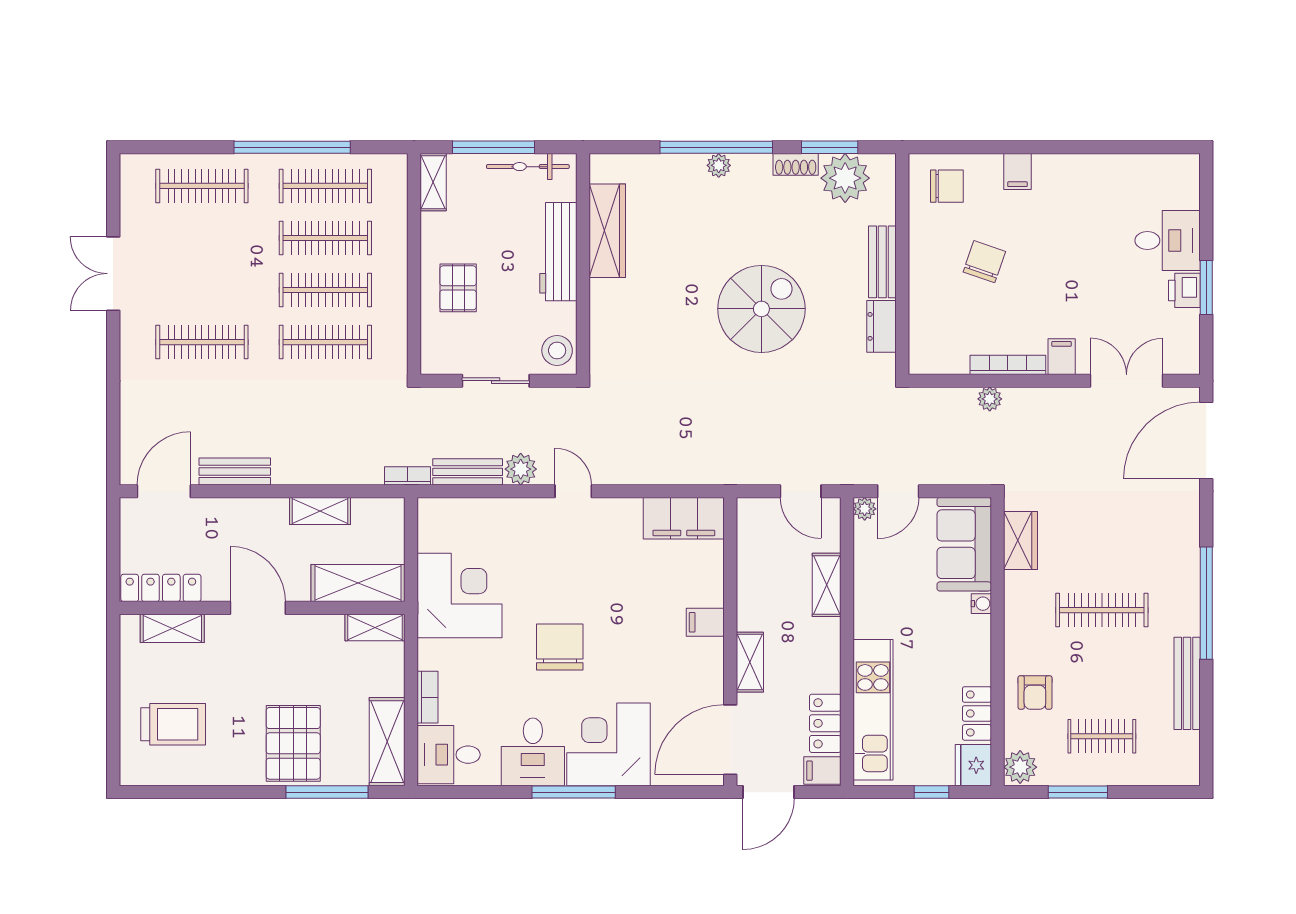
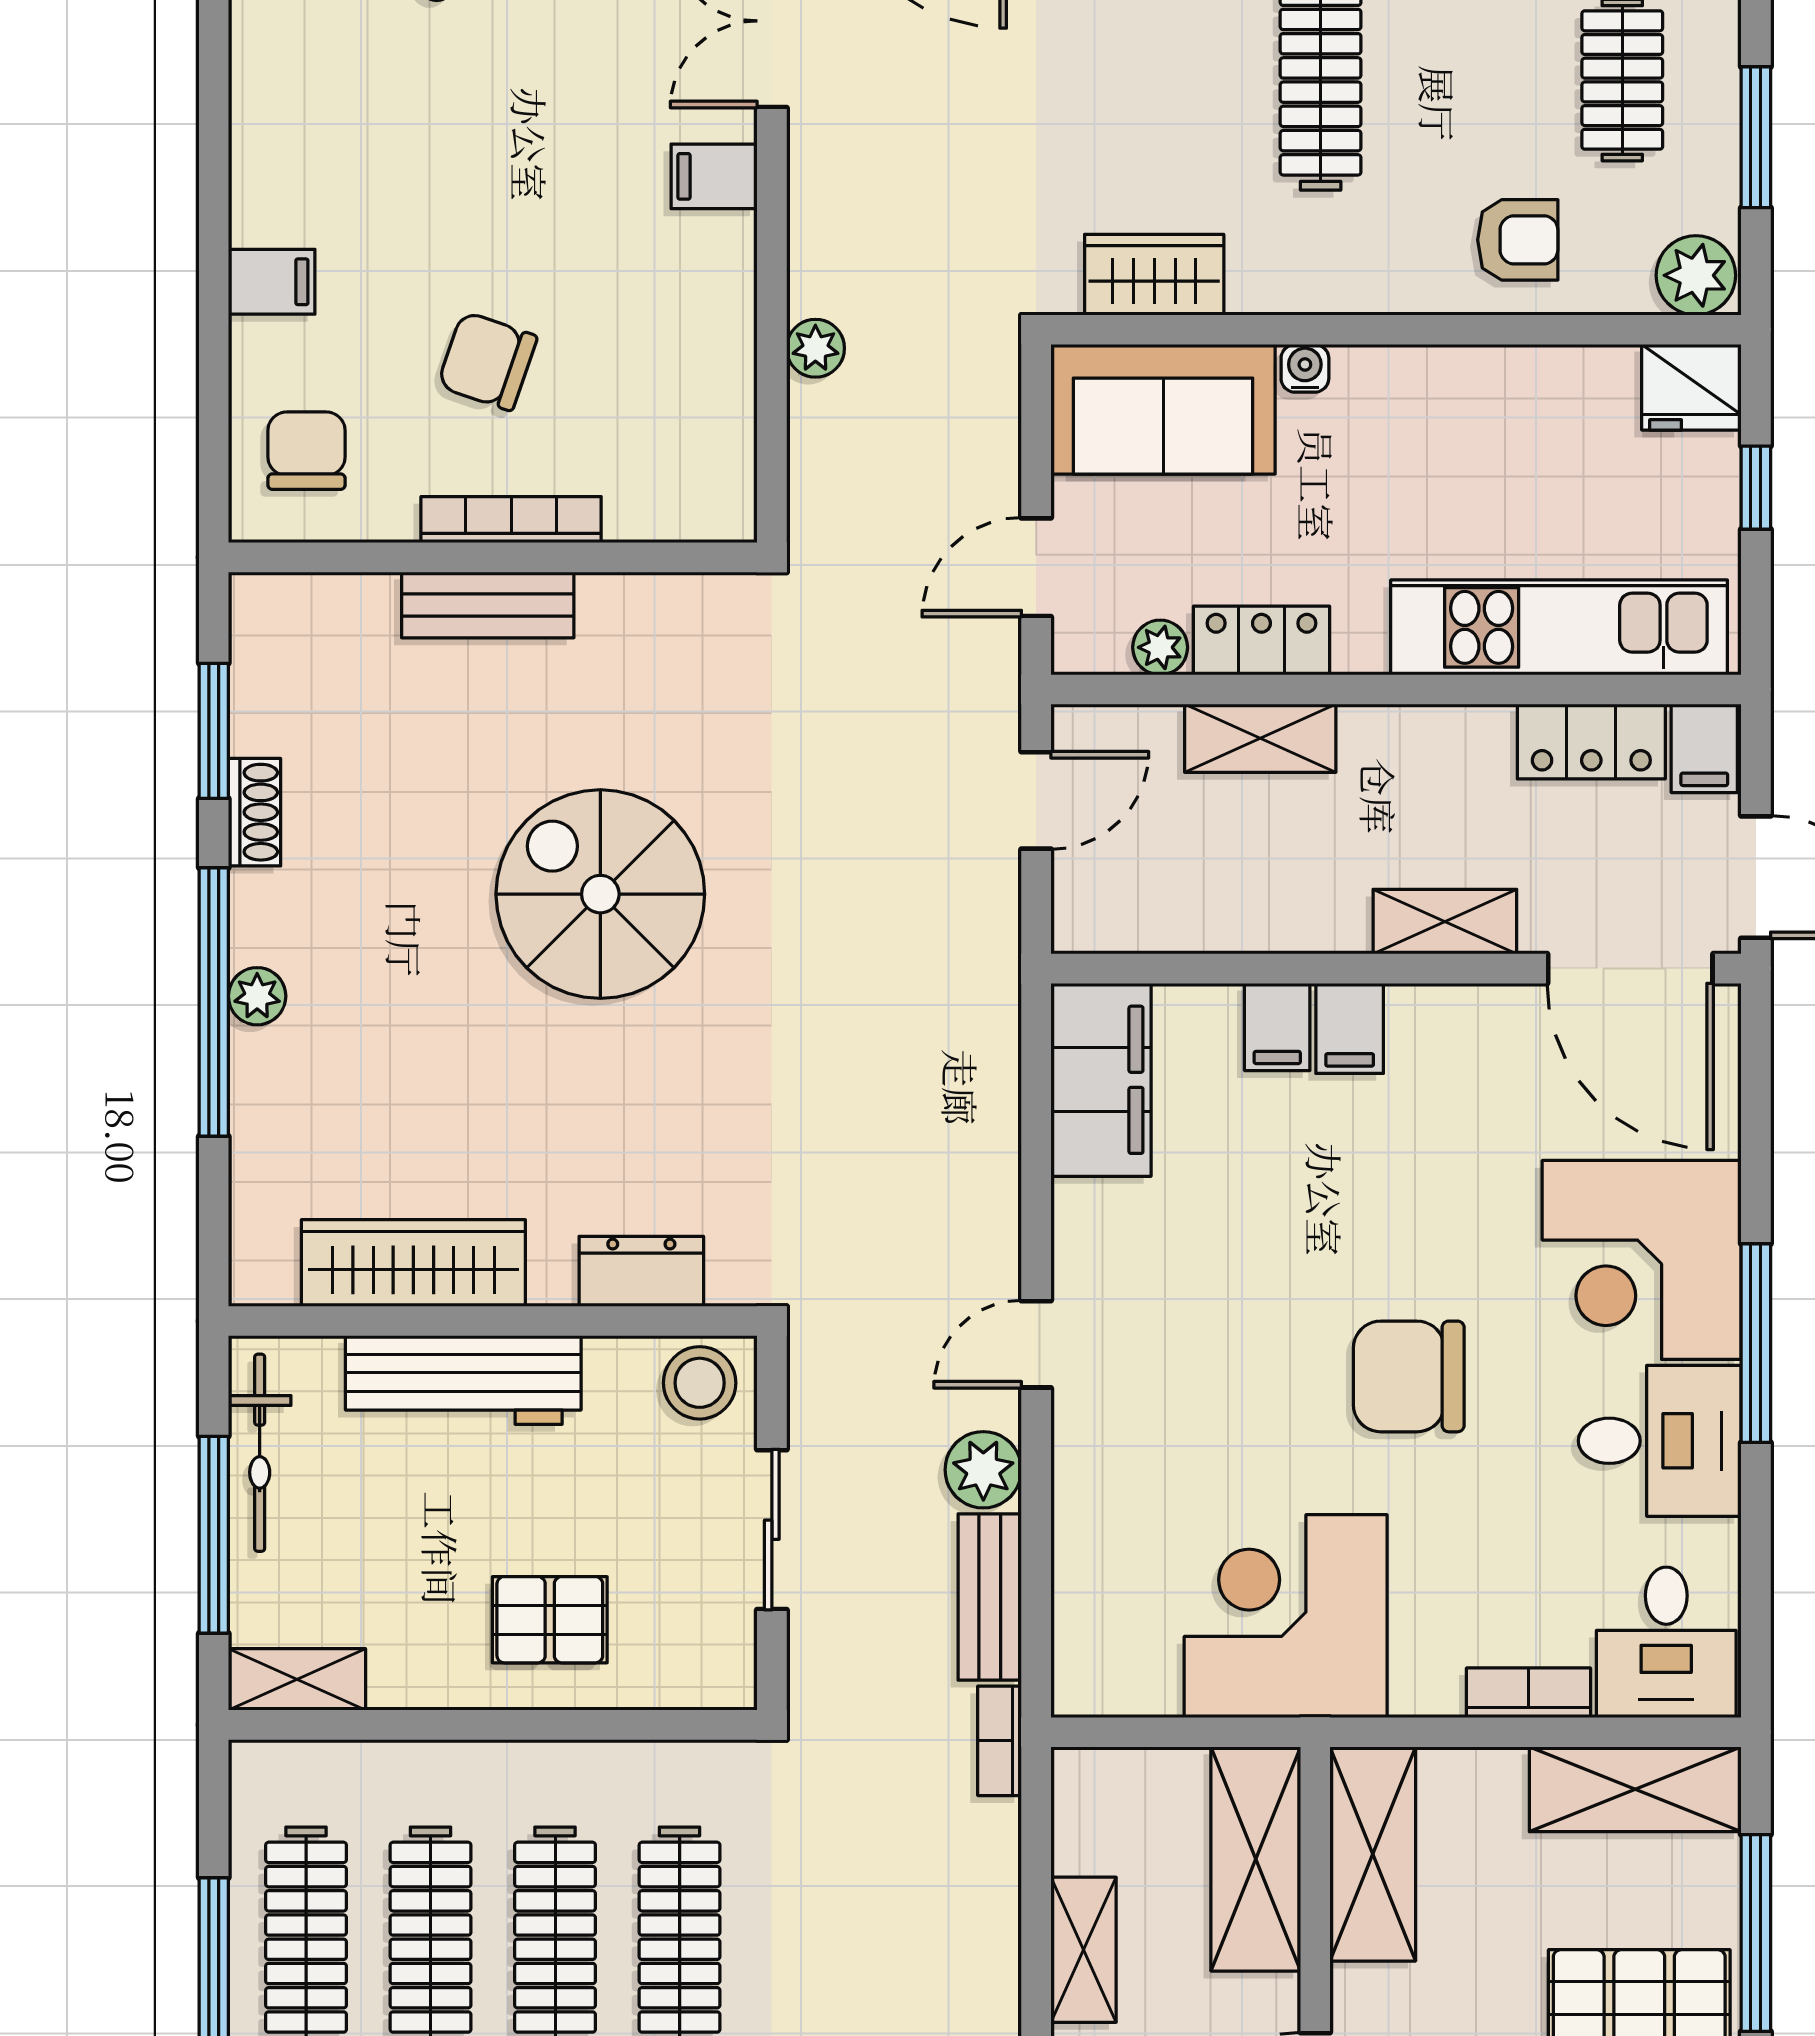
plant: (845, 178) -> (287, 694), removed
dresser: (881, 326) -> (641, 1271), moved, turned 180
bookcase: (1008, 365) -> (511, 520), moved, turned 90
door: (898, 491) -> (1036, 567), swing flipped
plant: (865, 509) -> (1160, 647), moved
filing cabinet: (706, 592) -> (1277, 1027), added
shelving: (375, 627) -> (1373, 1854), width x1.50, depth x1.33
locker: (977, 713) -> (1261, 640), moved, turned 180

